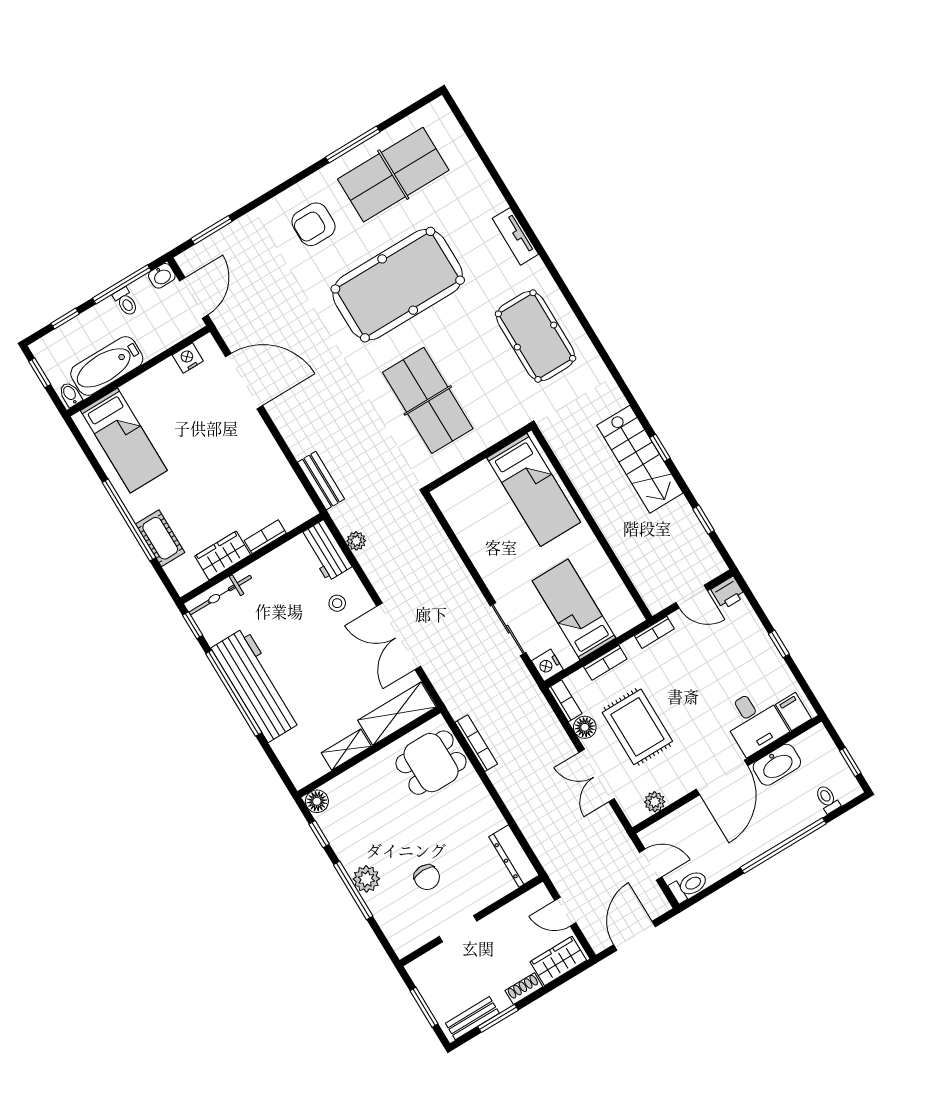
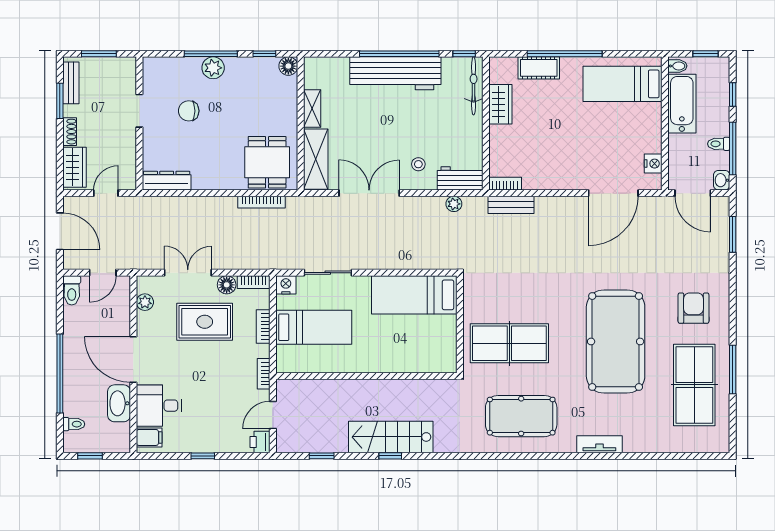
table tennis table: (428, 400) -> (509, 343), moved
bed: (534, 490) -> (414, 295), moved
bookcase: (265, 537) -> (505, 184), moved, turned -90

